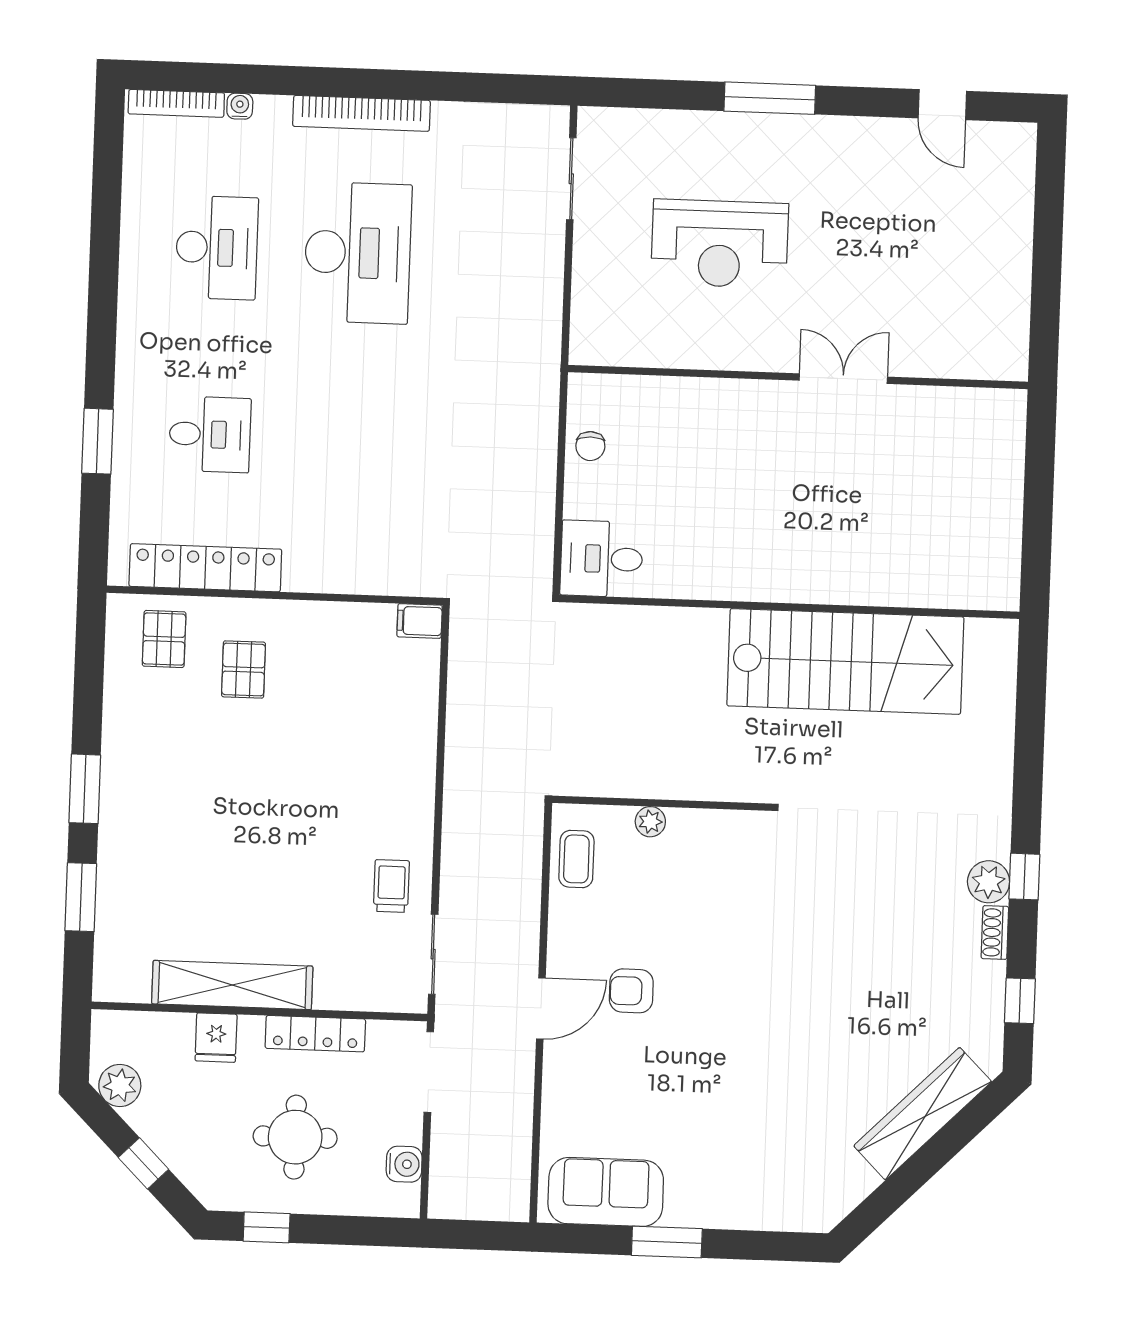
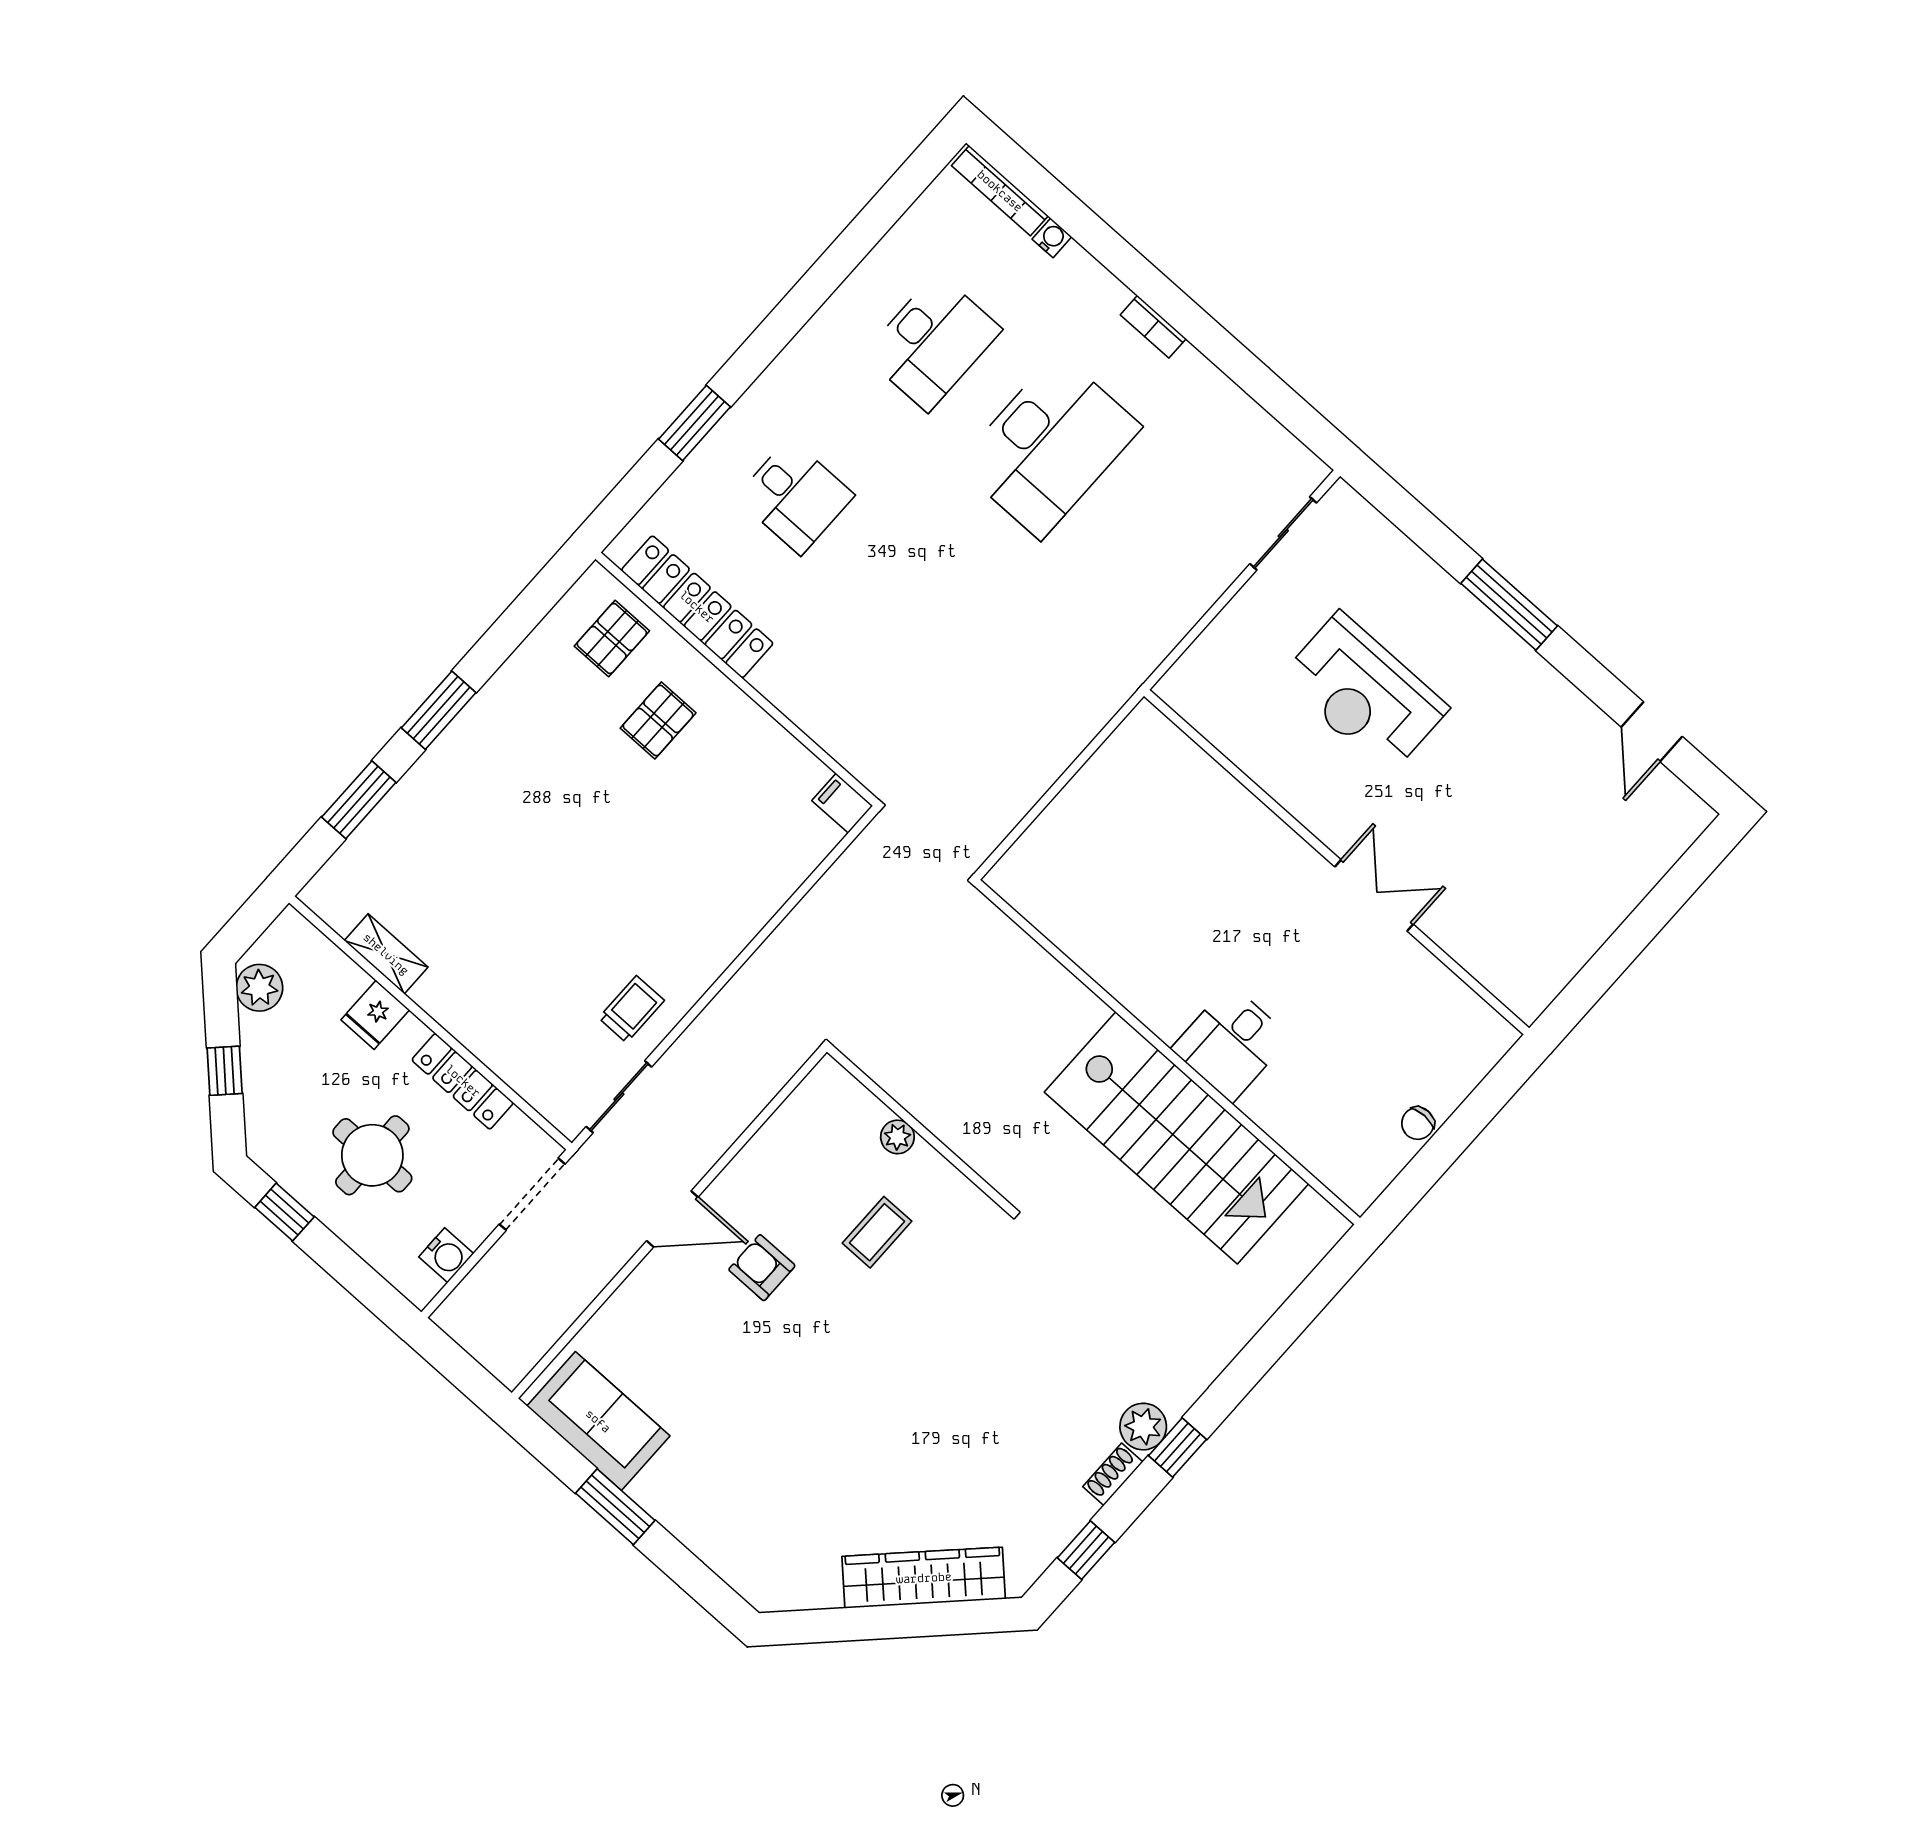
bookcase: (362, 113) -> (1153, 327), width x0.43, depth x0.76
chair: (590, 446) -> (1418, 1123), moved
desk: (602, 559) -> (1231, 1043), moved, turned -90
coffee table: (576, 859) -> (877, 1232), moved
shelving: (232, 985) -> (386, 954), width x0.45, depth x0.75

